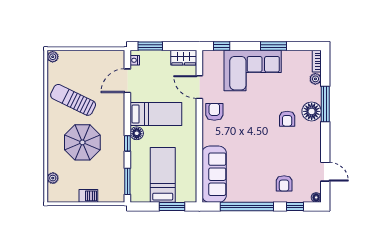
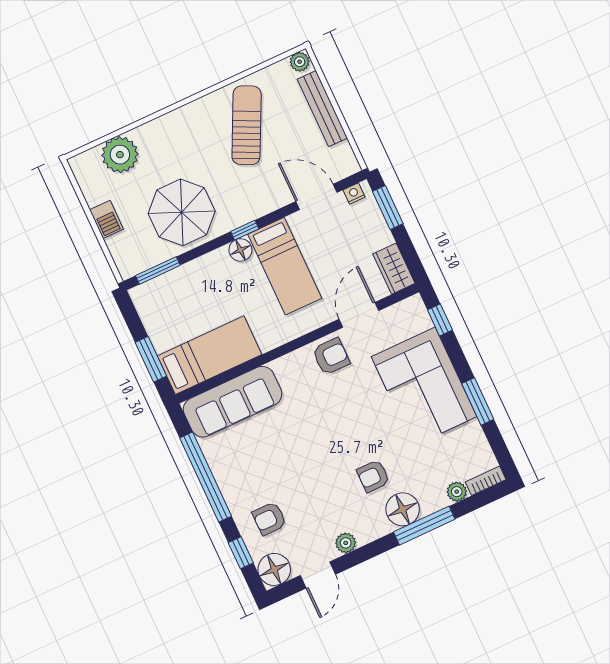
bench: (83, 56) -> (322, 109), added
parasol: (82, 142) -> (182, 212), moved
window: (127, 143) -> (245, 230), moved
plant: (315, 149) -> (346, 543), added
bed: (163, 175) -> (210, 355), moved
plant: (53, 178) -> (120, 155), width x1.88, depth x1.88
floor lamp: (316, 197) -> (274, 569), width x1.89, depth x1.89

